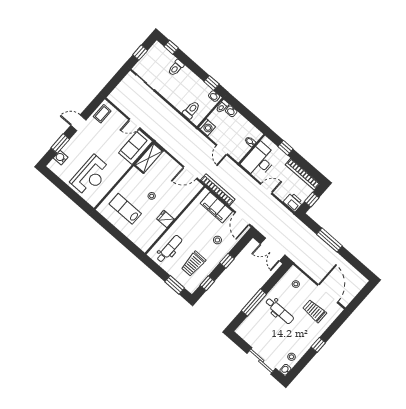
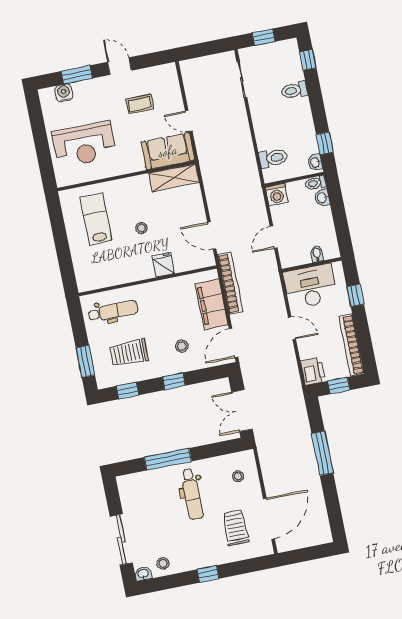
coffee table: (102, 114) -> (140, 104), moved
fridge: (165, 219) -> (163, 265), moved

